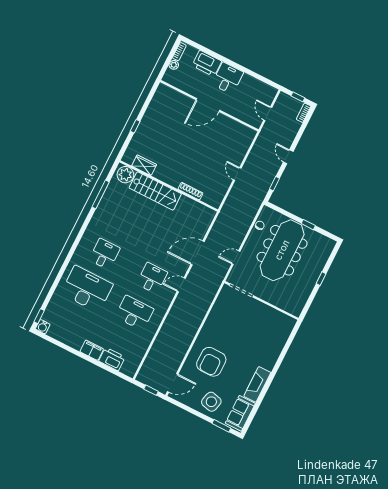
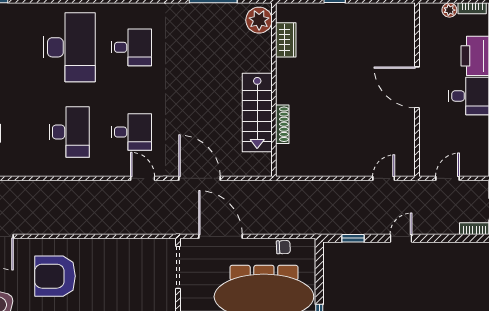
door: (237, 174) -> (384, 178), moved
stairs: (155, 191) -> (257, 112), moved
door: (236, 258) -> (220, 236), width x1.88

